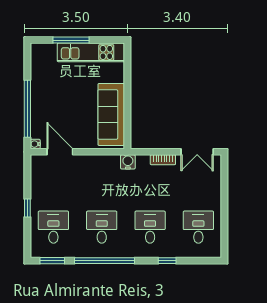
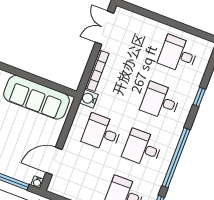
double door: (197, 152) -> (105, 28), swing flipped
bookcase: (163, 160) -> (97, 71), width x1.56
desk: (102, 185) -> (102, 133), added

